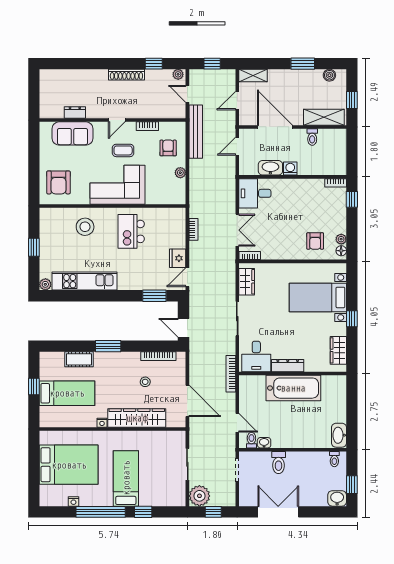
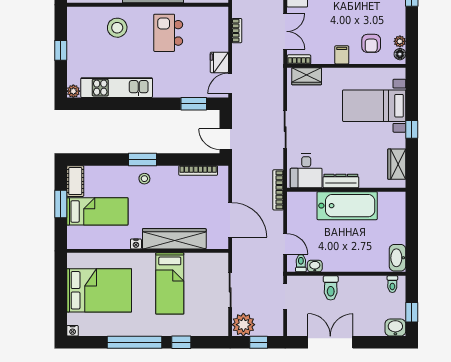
filing cabinet: (289, 251) -> (342, 55), added
wardrobe: (247, 282) -> (307, 76), moved, turned 90
cot: (79, 359) -> (75, 181), moved, turned 90
stool: (145, 382) -> (144, 179), moved
window: (34, 386) -> (61, 204), width x1.50
bed: (126, 478) -> (170, 283), moved, turned 180
nightstand: (73, 501) -> (73, 331), moved

